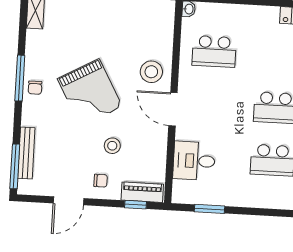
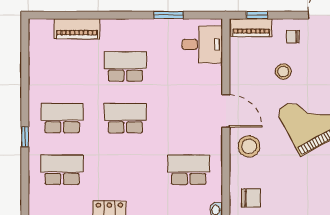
chair: (152, 19) -> (251, 198), added
desk: (194, 161) -> (202, 44), moved
window: (209, 209) -> (168, 15), moved

